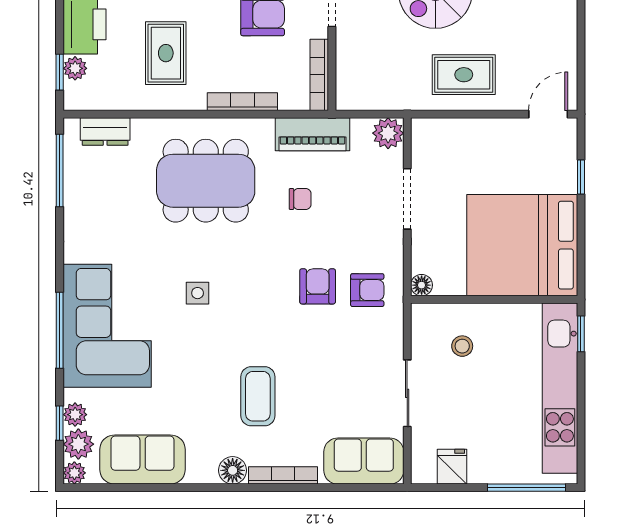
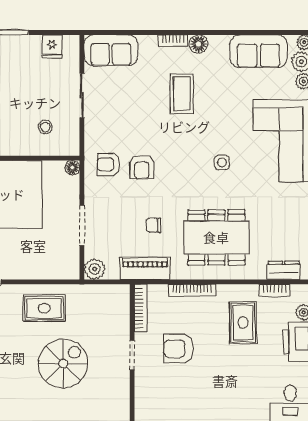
bookcase: (119, 101) -> (274, 290), added
bookcase: (283, 475) -> (173, 41), width x0.64

